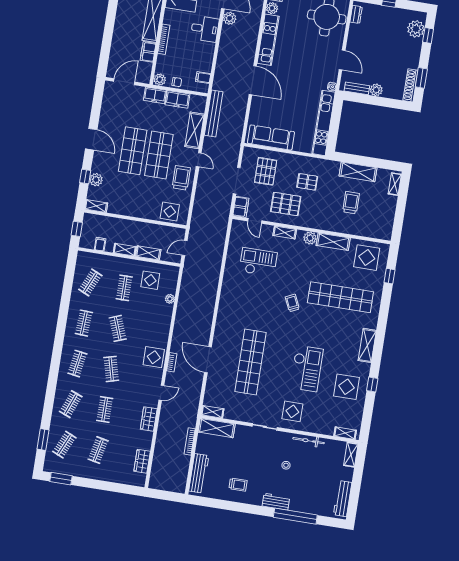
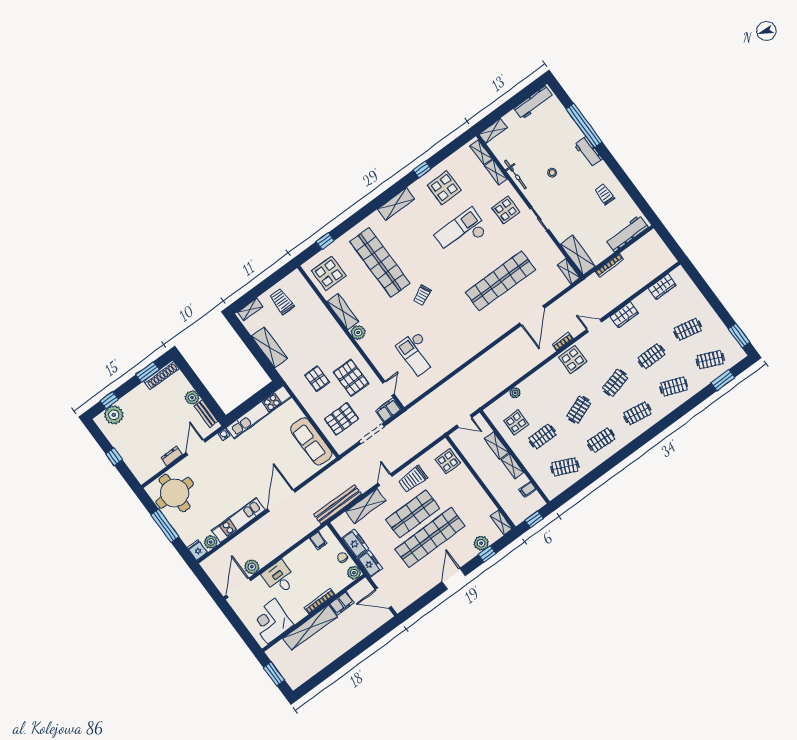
dresser: (356, 14) -> (172, 456), moved
shop shelf: (133, 151) -> (430, 538), width x1.40
trolley: (351, 203) -> (282, 301), moved, turned 90
shelving: (285, 232) -> (496, 172), moved

